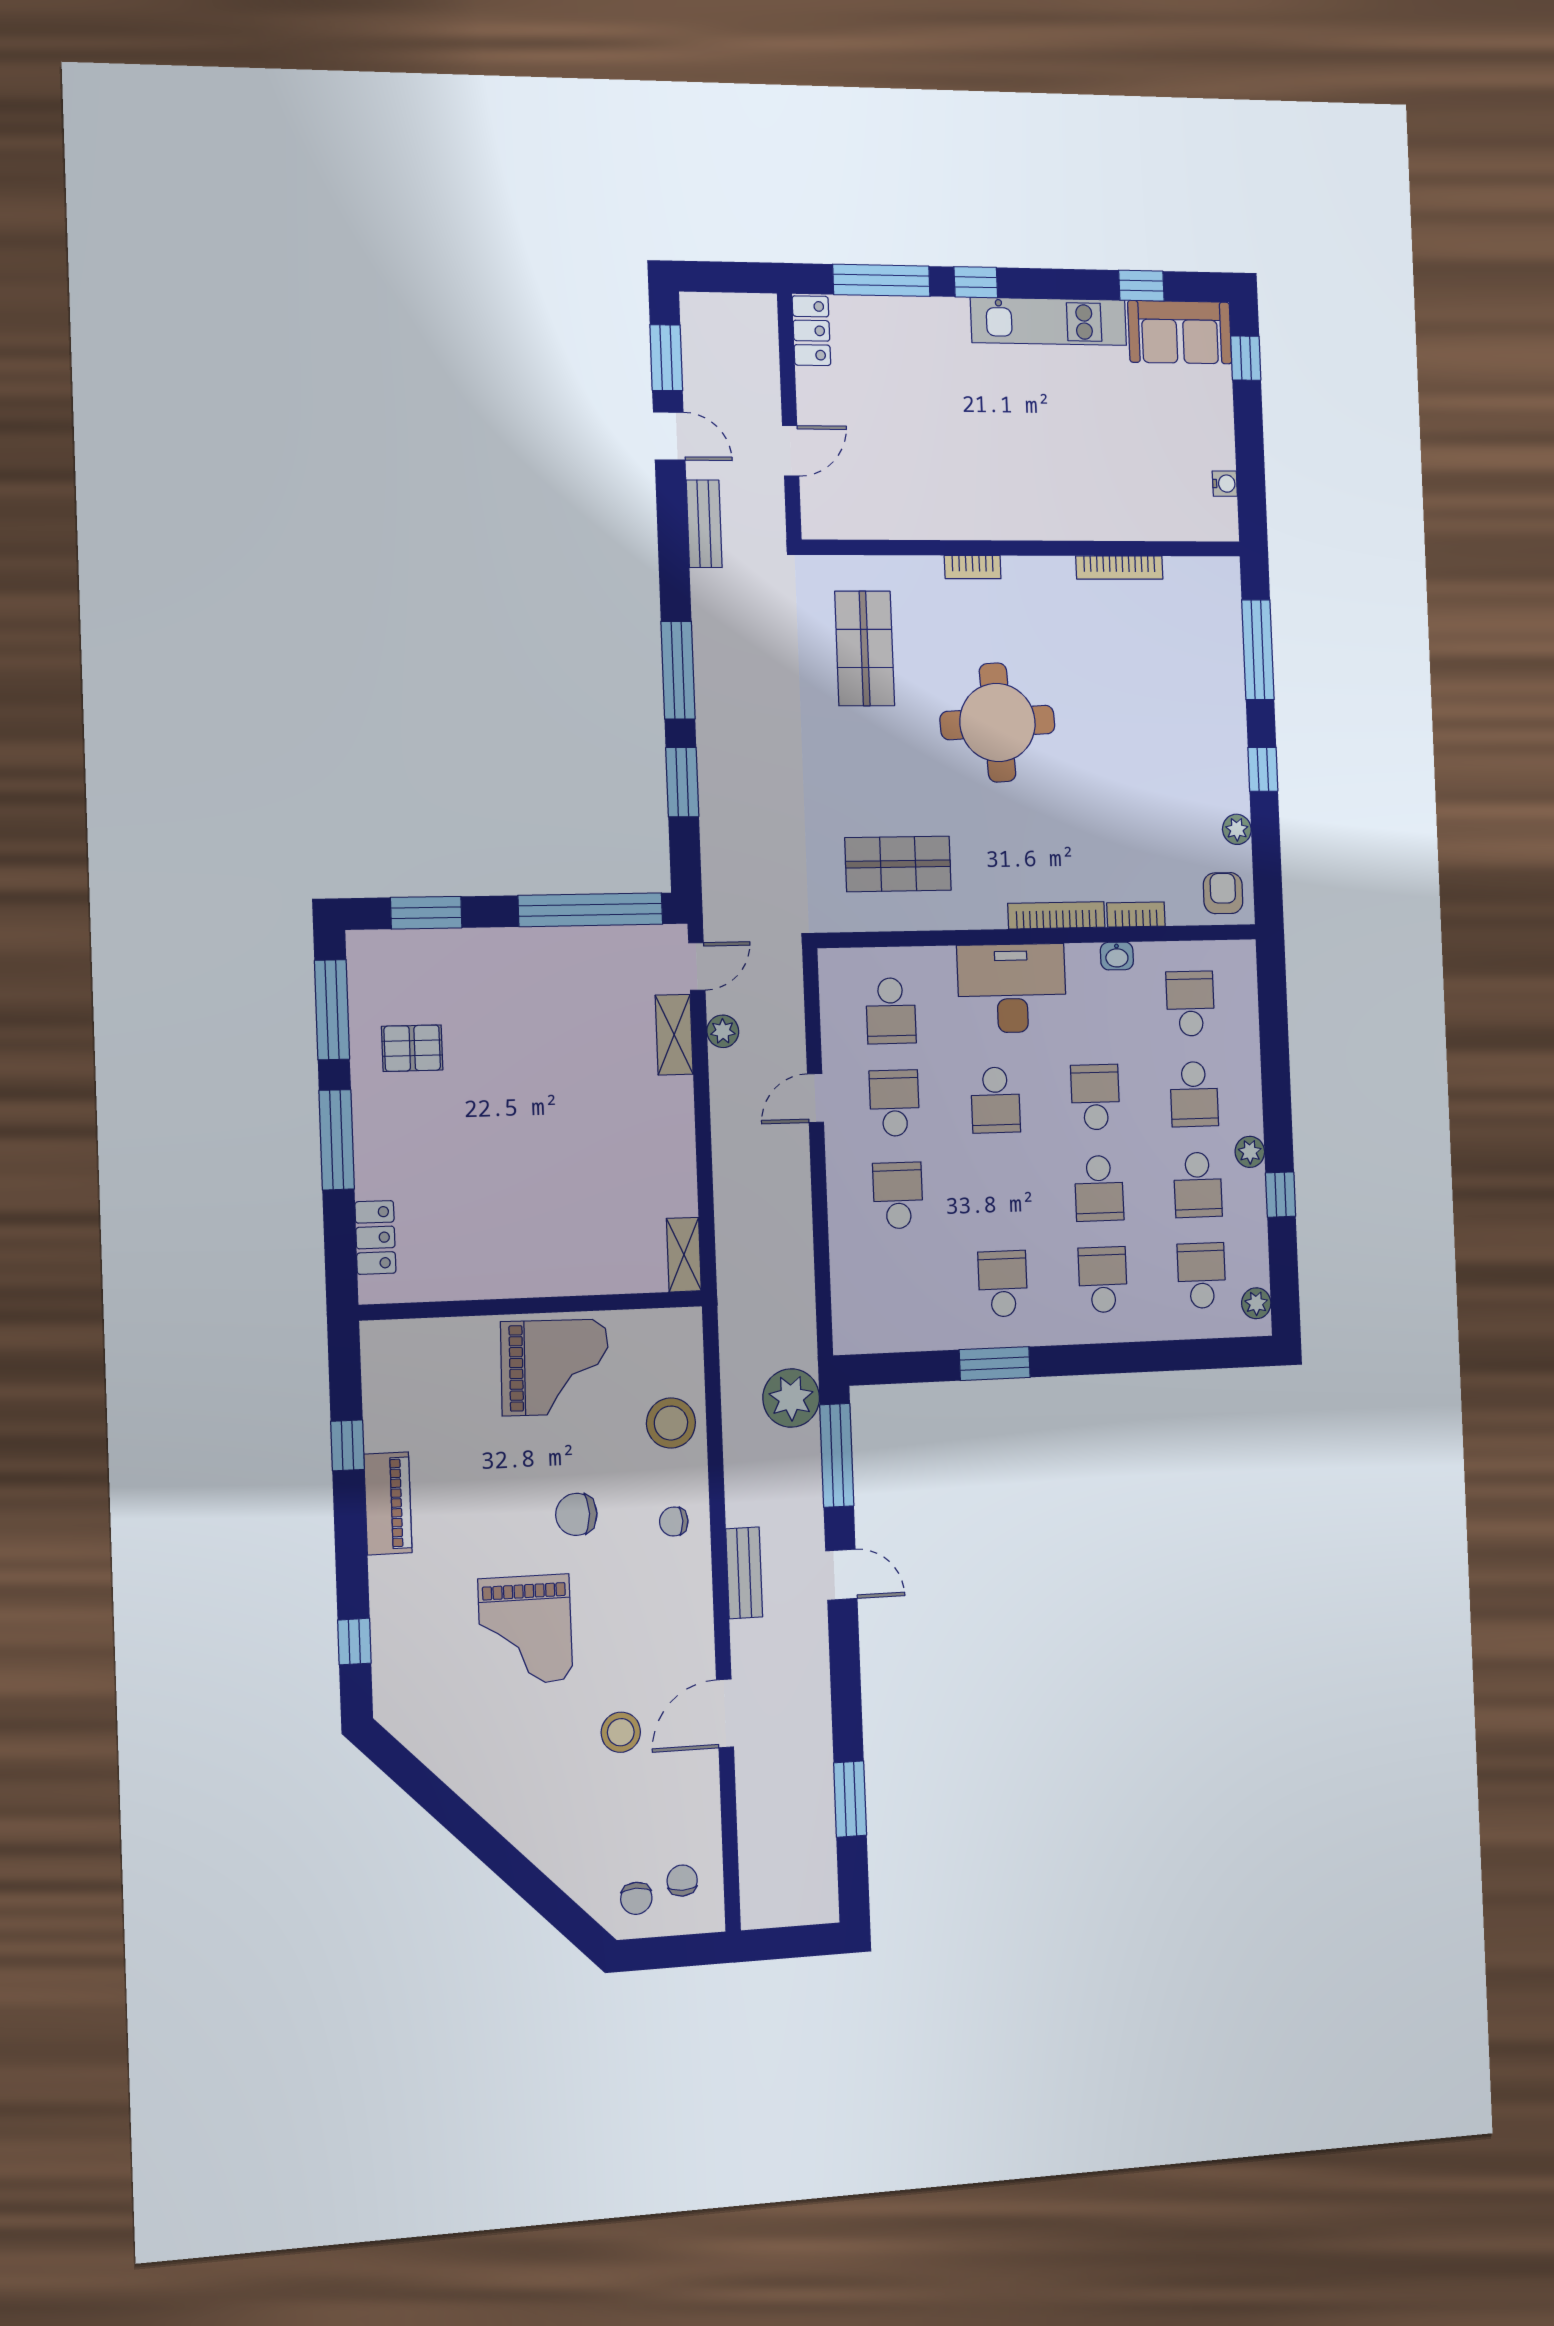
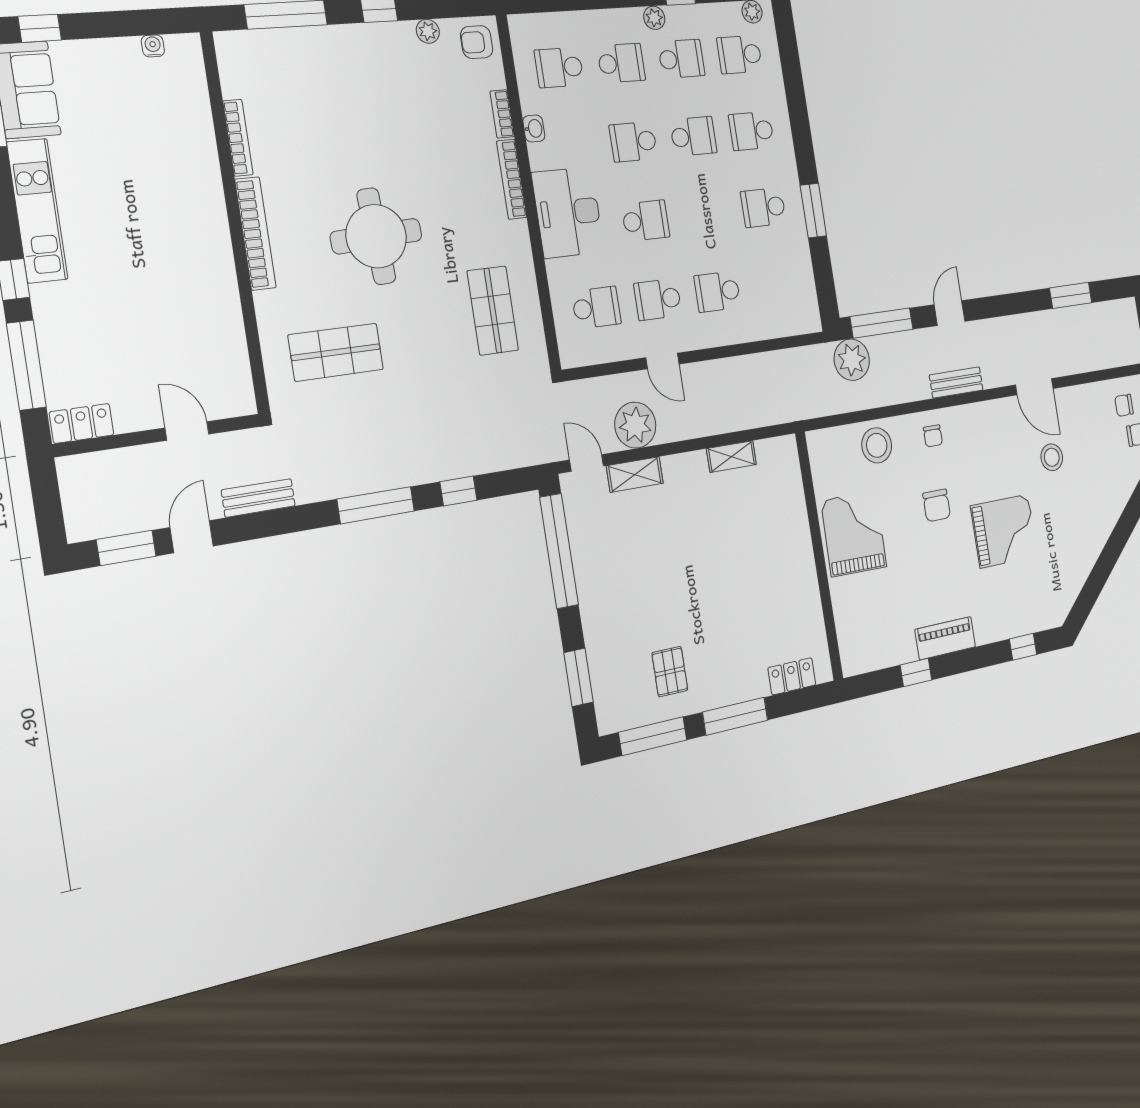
bookcase: (973, 567) -> (255, 234), width x2.31, depth x1.31
window: (682, 782) -> (458, 491), width x0.67
plant: (723, 1031) -> (635, 425), width x1.88, depth x1.88
shelving: (684, 1255) -> (731, 457), moved

